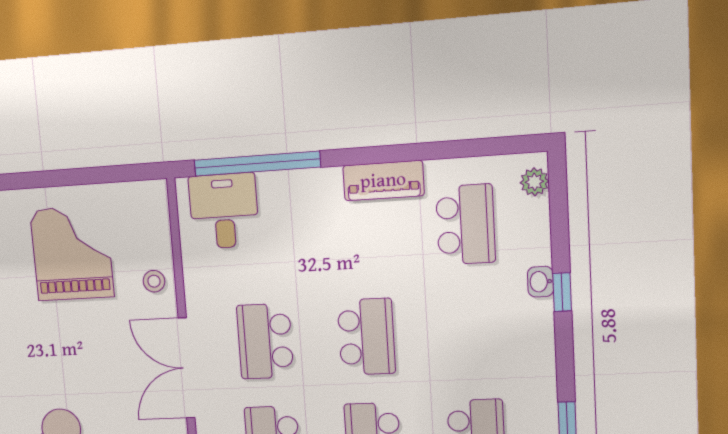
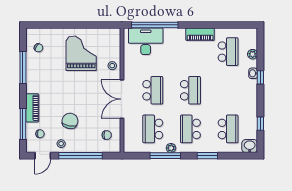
plant: (534, 182) -> (253, 54), moved
desk: (224, 211) -> (146, 41), width x1.37
school desk: (265, 341) -> (153, 90), turned 180

